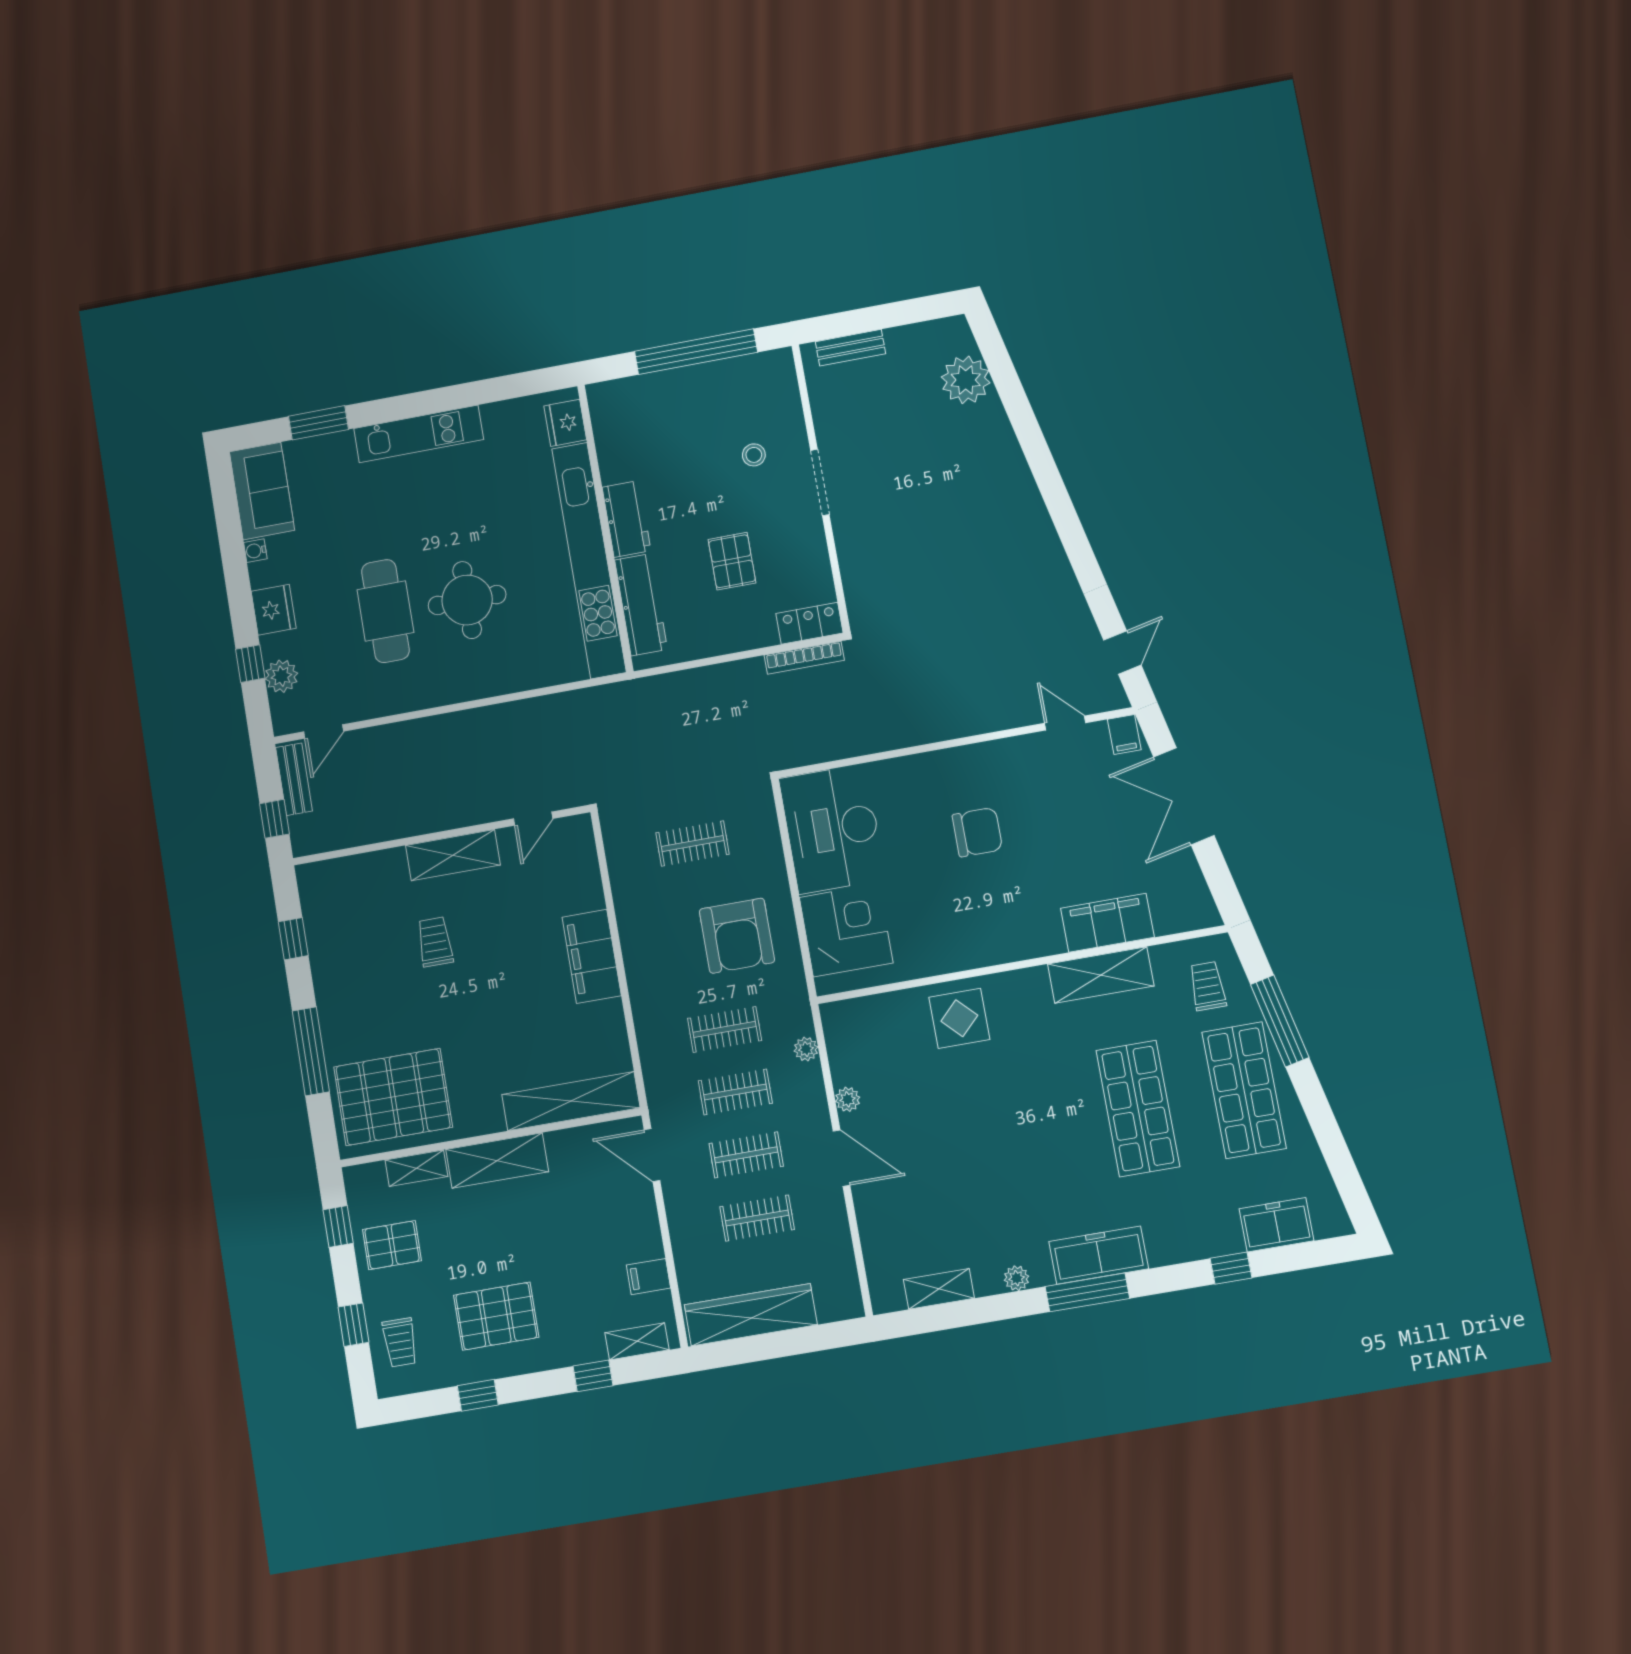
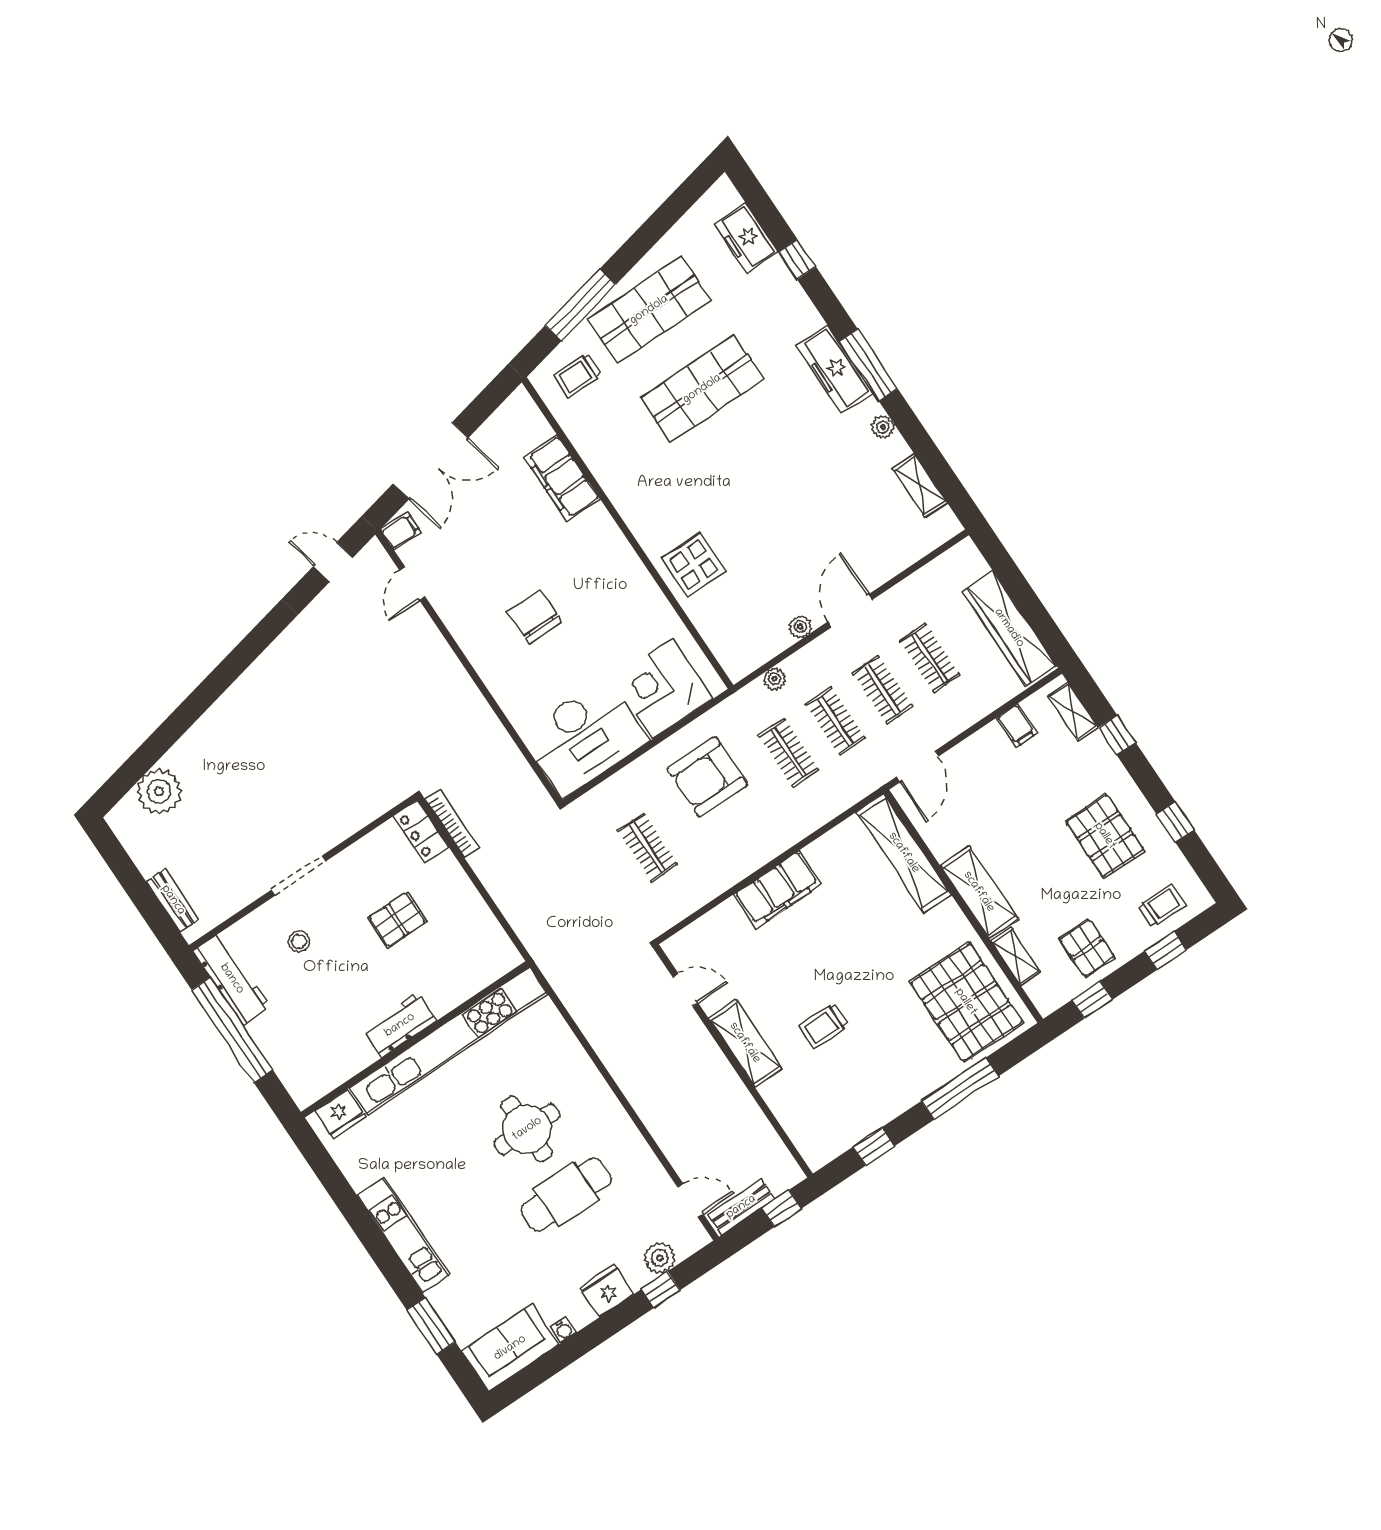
workbench: (641, 605) -> (232, 979), moved, turned 90
armchair: (737, 936) -> (707, 777), turned 180
shelving: (1101, 975) -> (607, 465), removed

